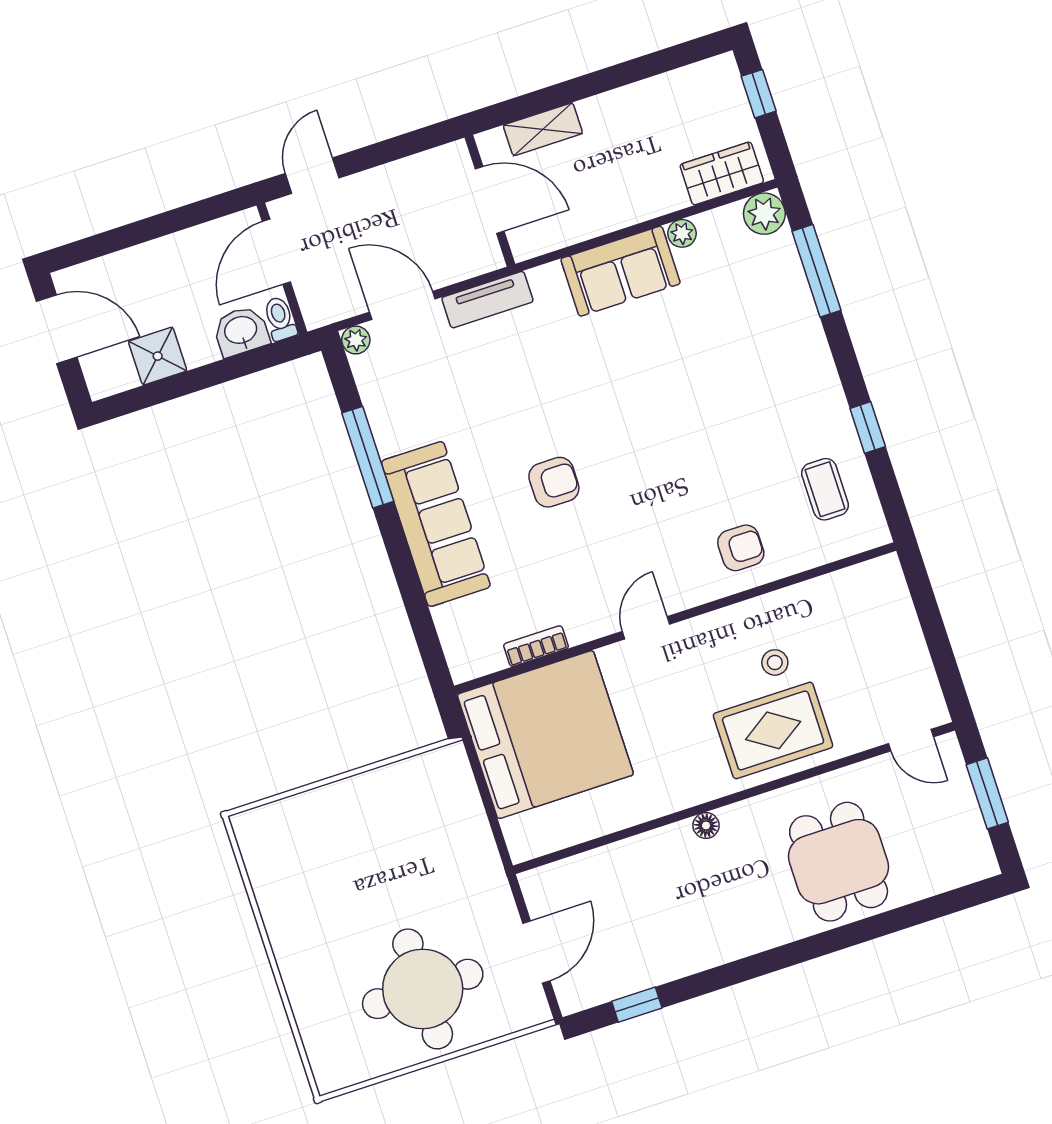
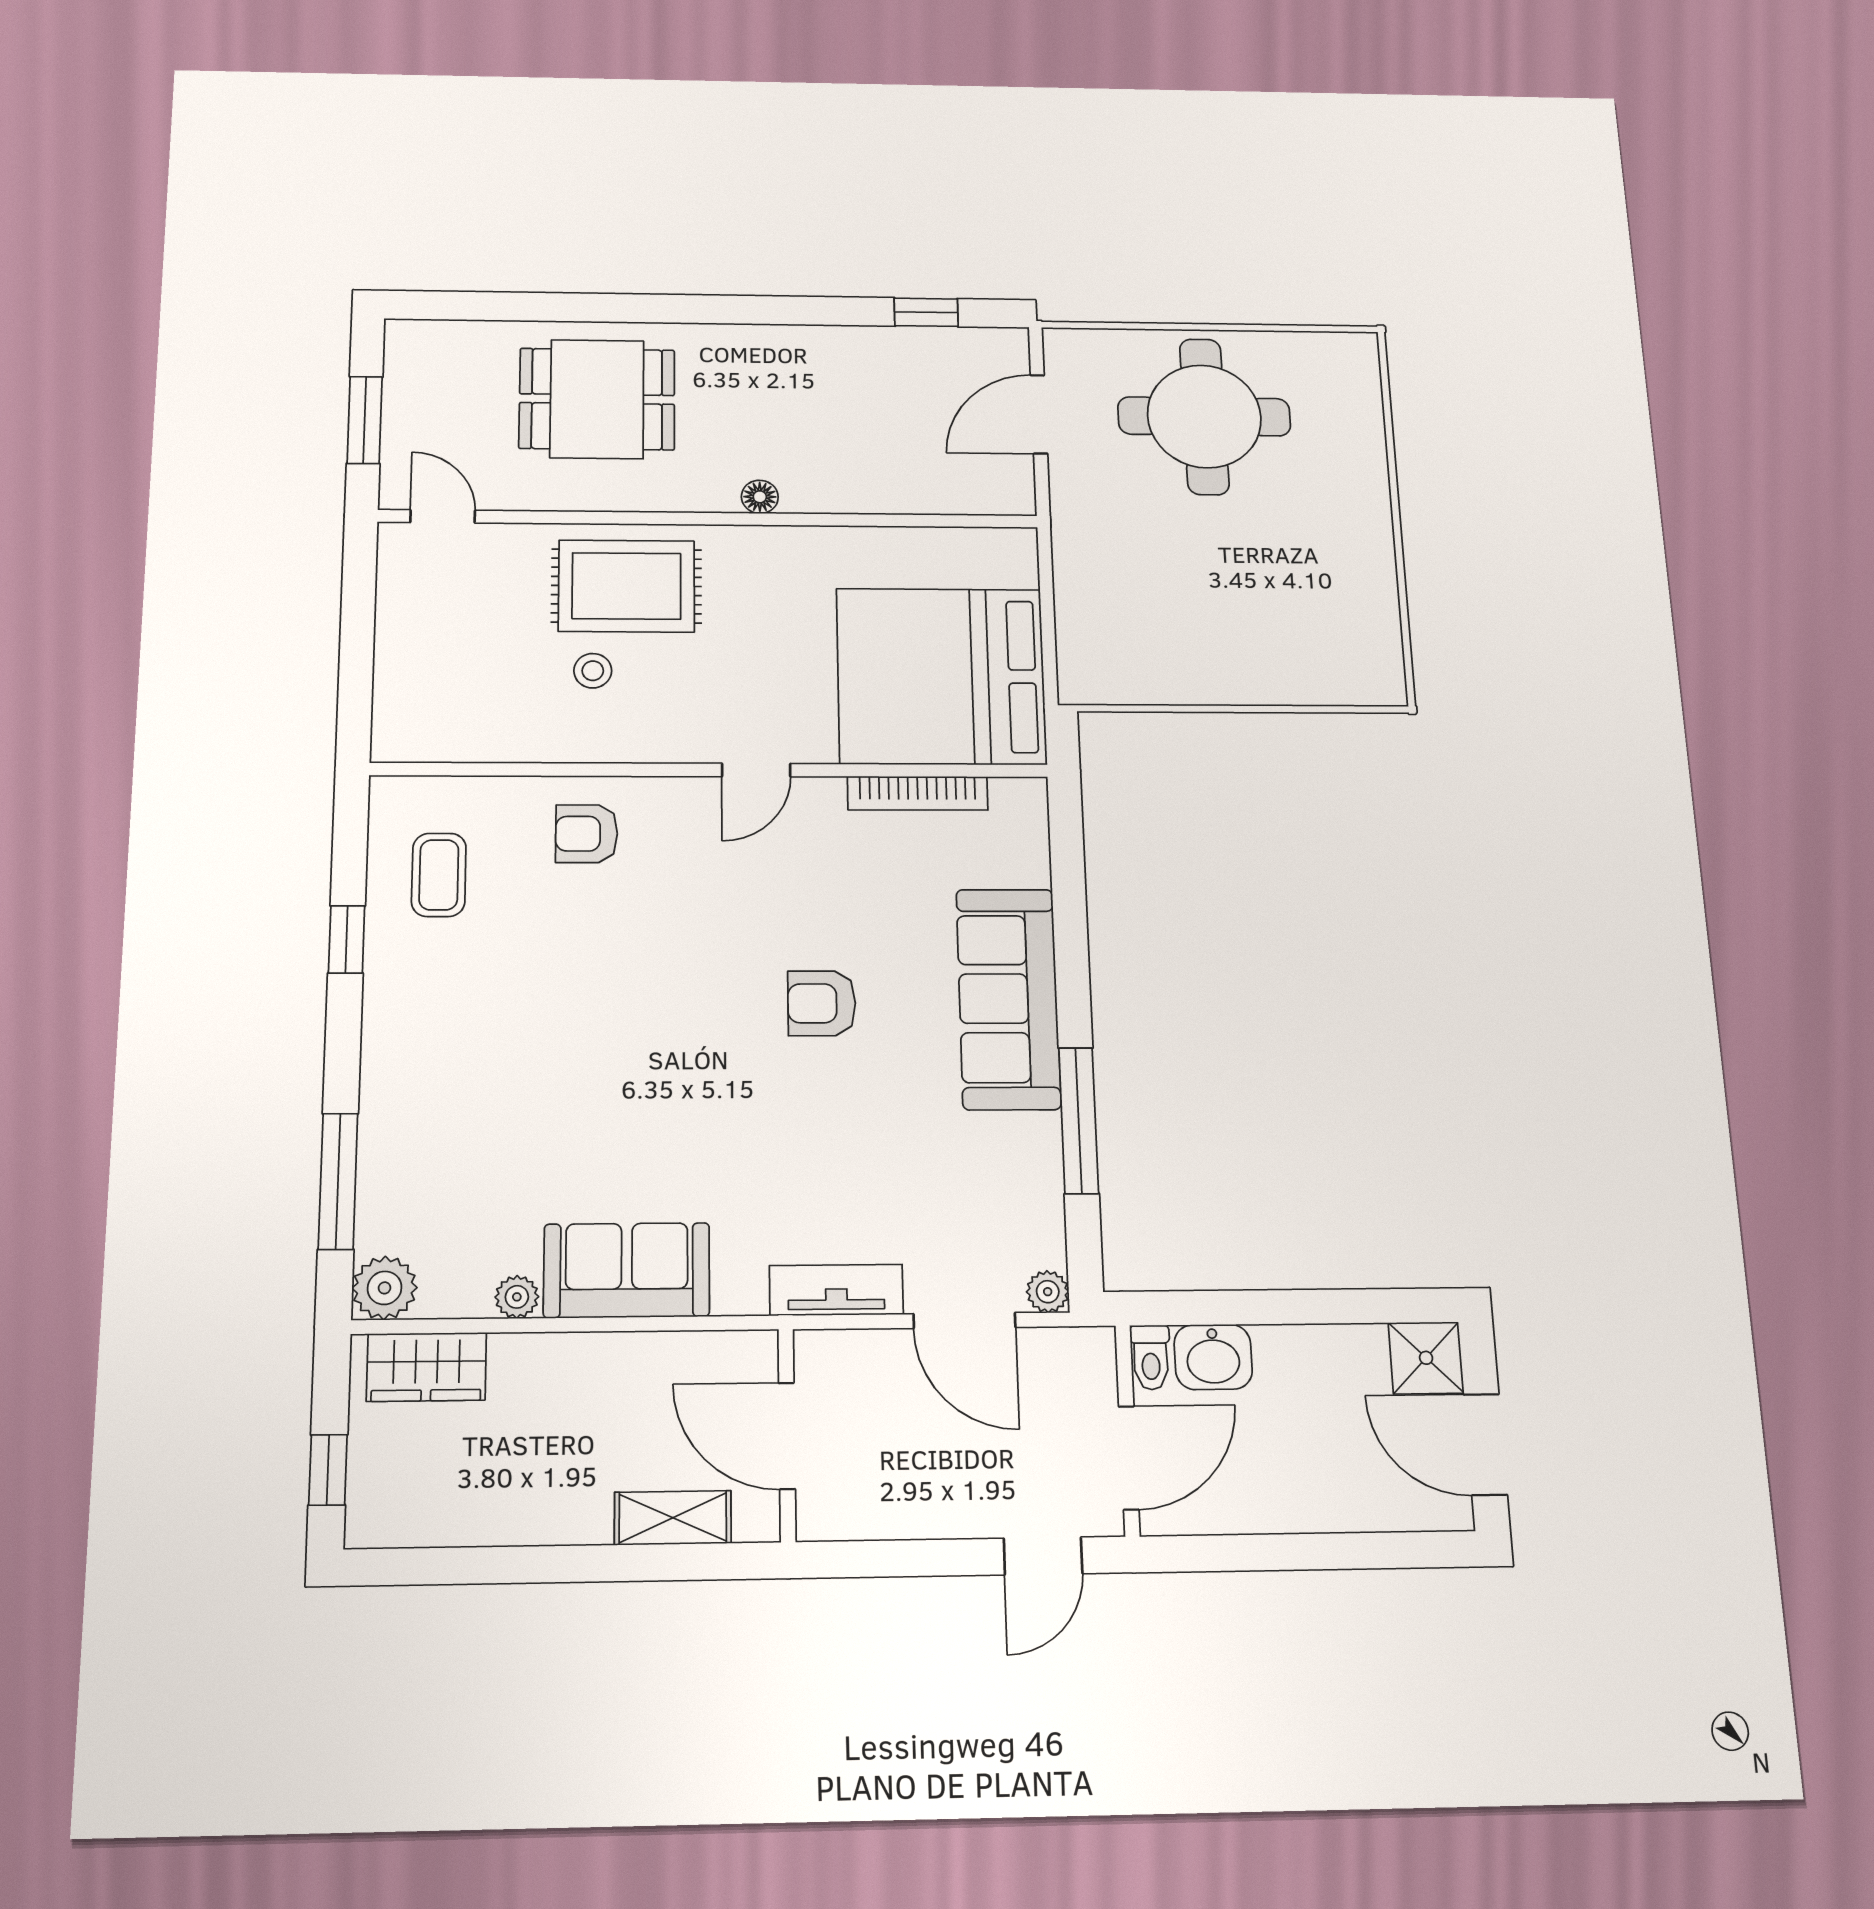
shower: (158, 356) -> (1426, 1358), moved
bookcase: (536, 646) -> (918, 793), width x1.56
dining table: (839, 862) -> (597, 399), turned 90

